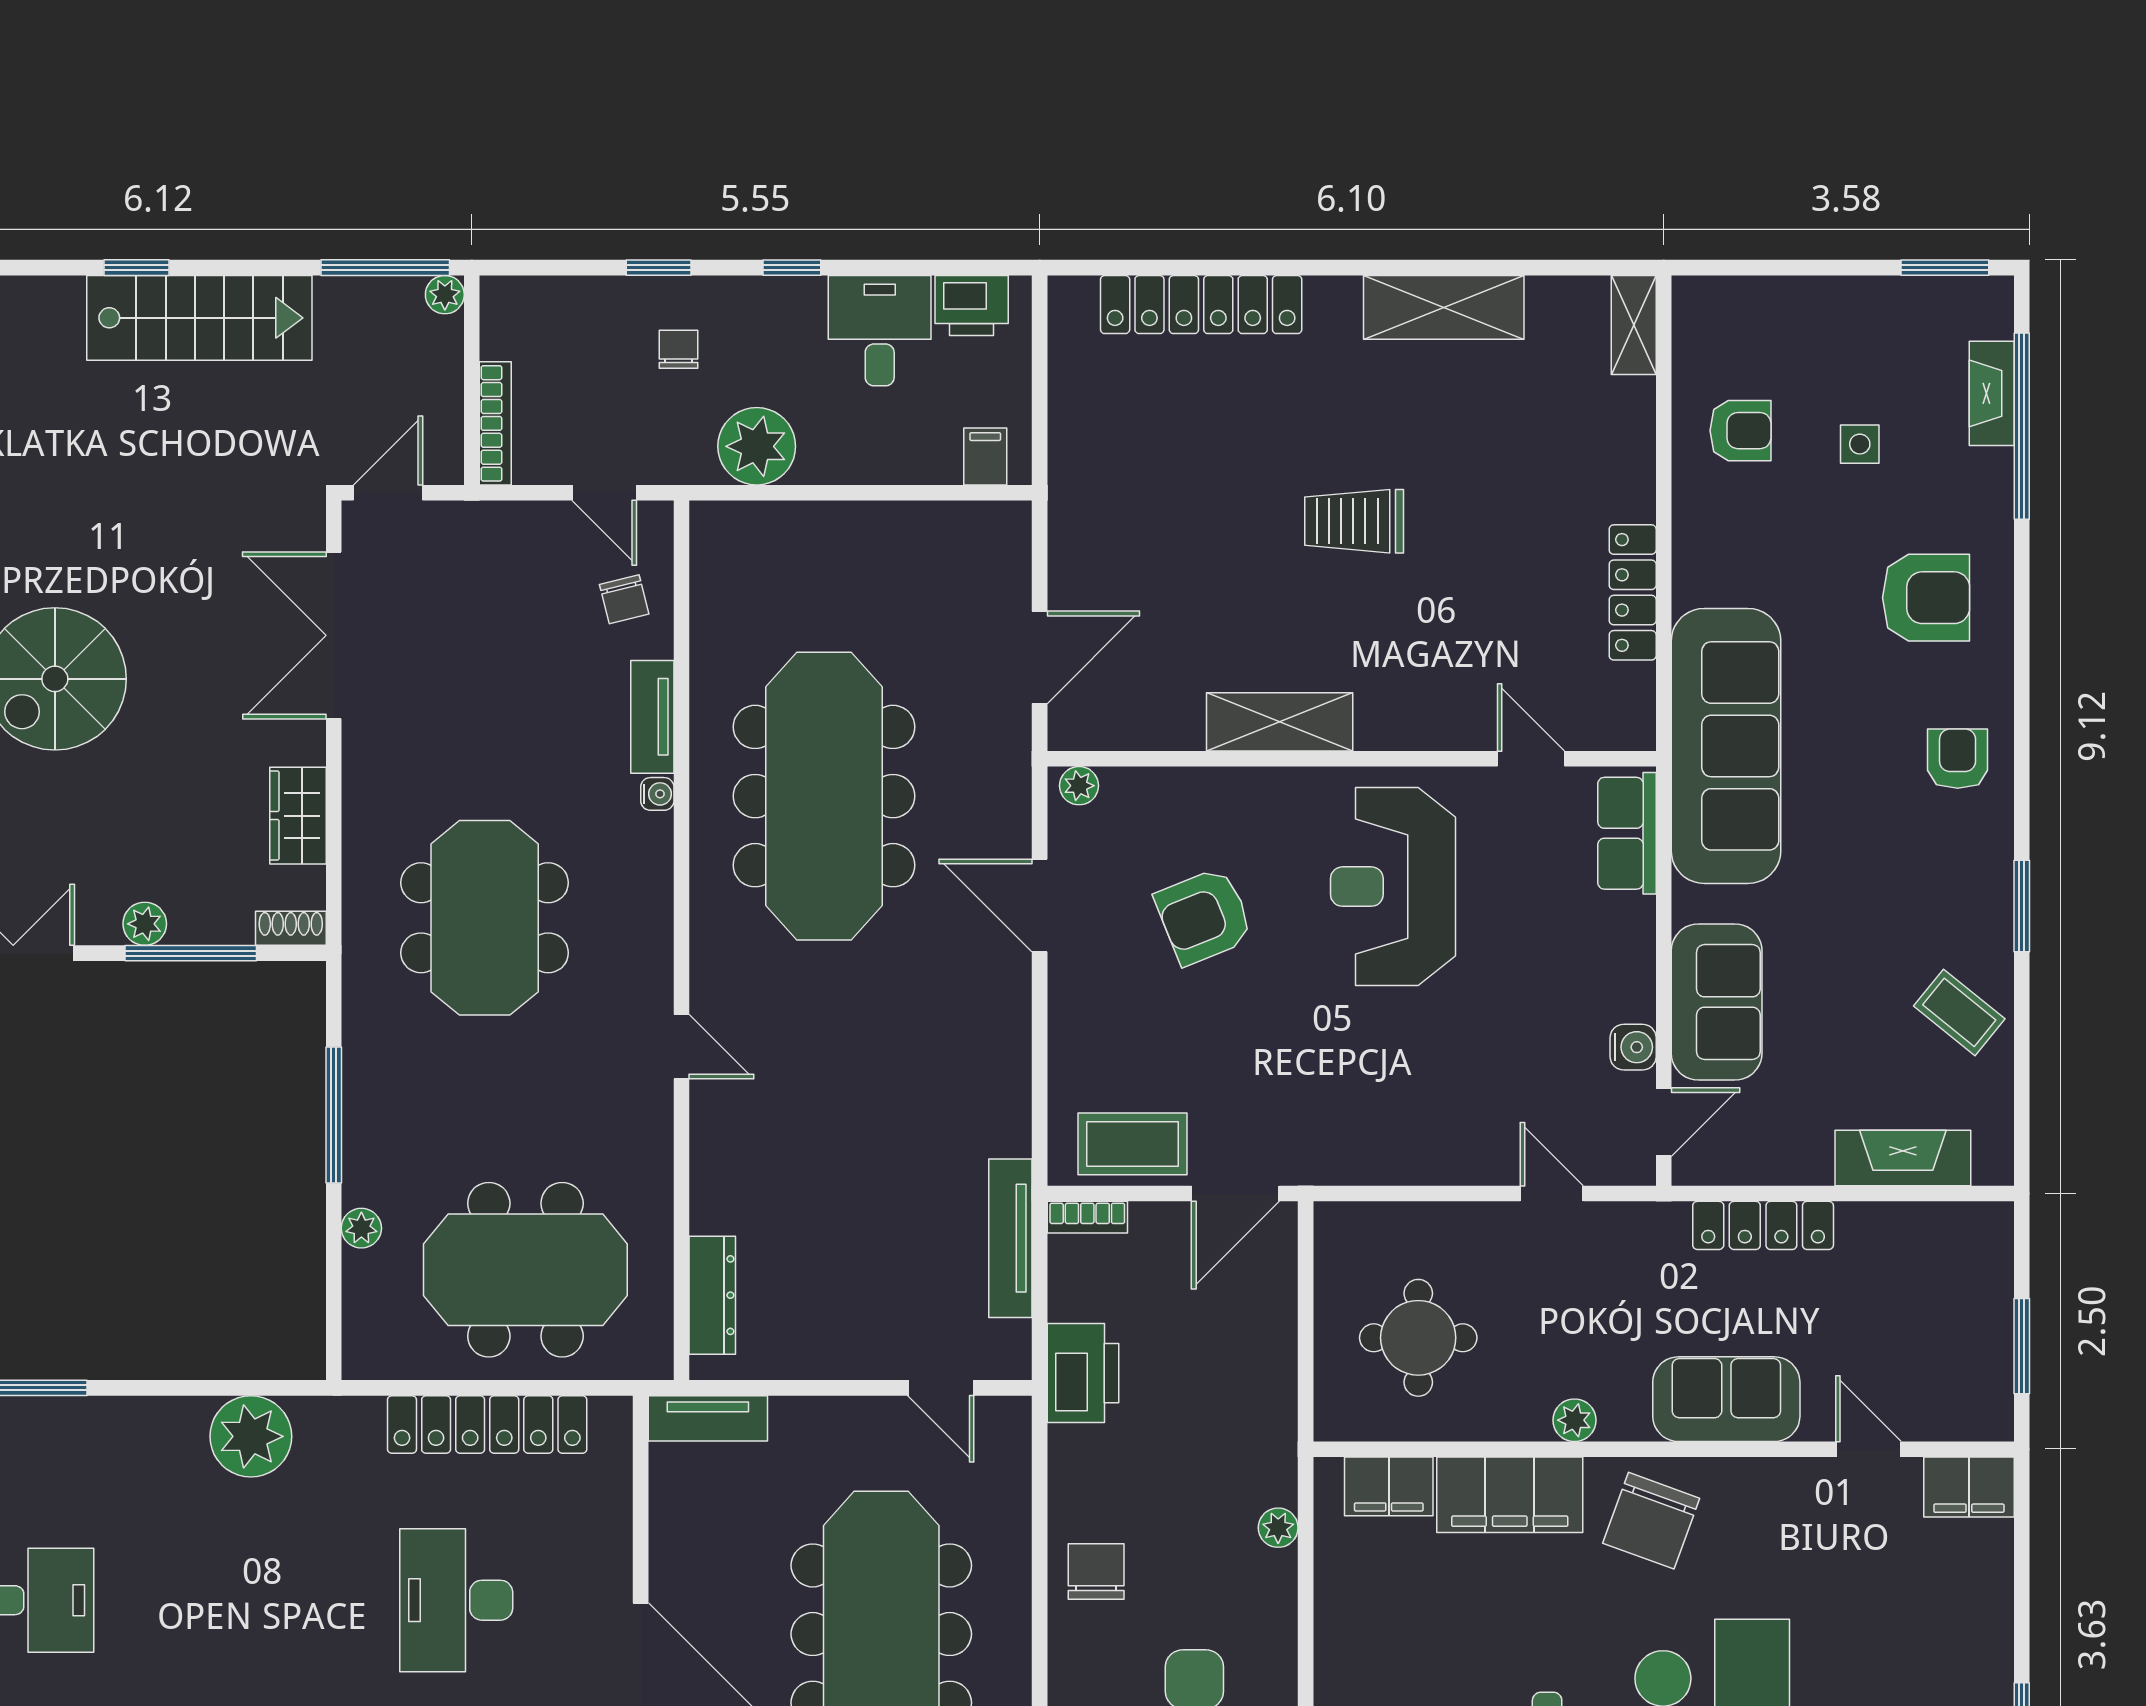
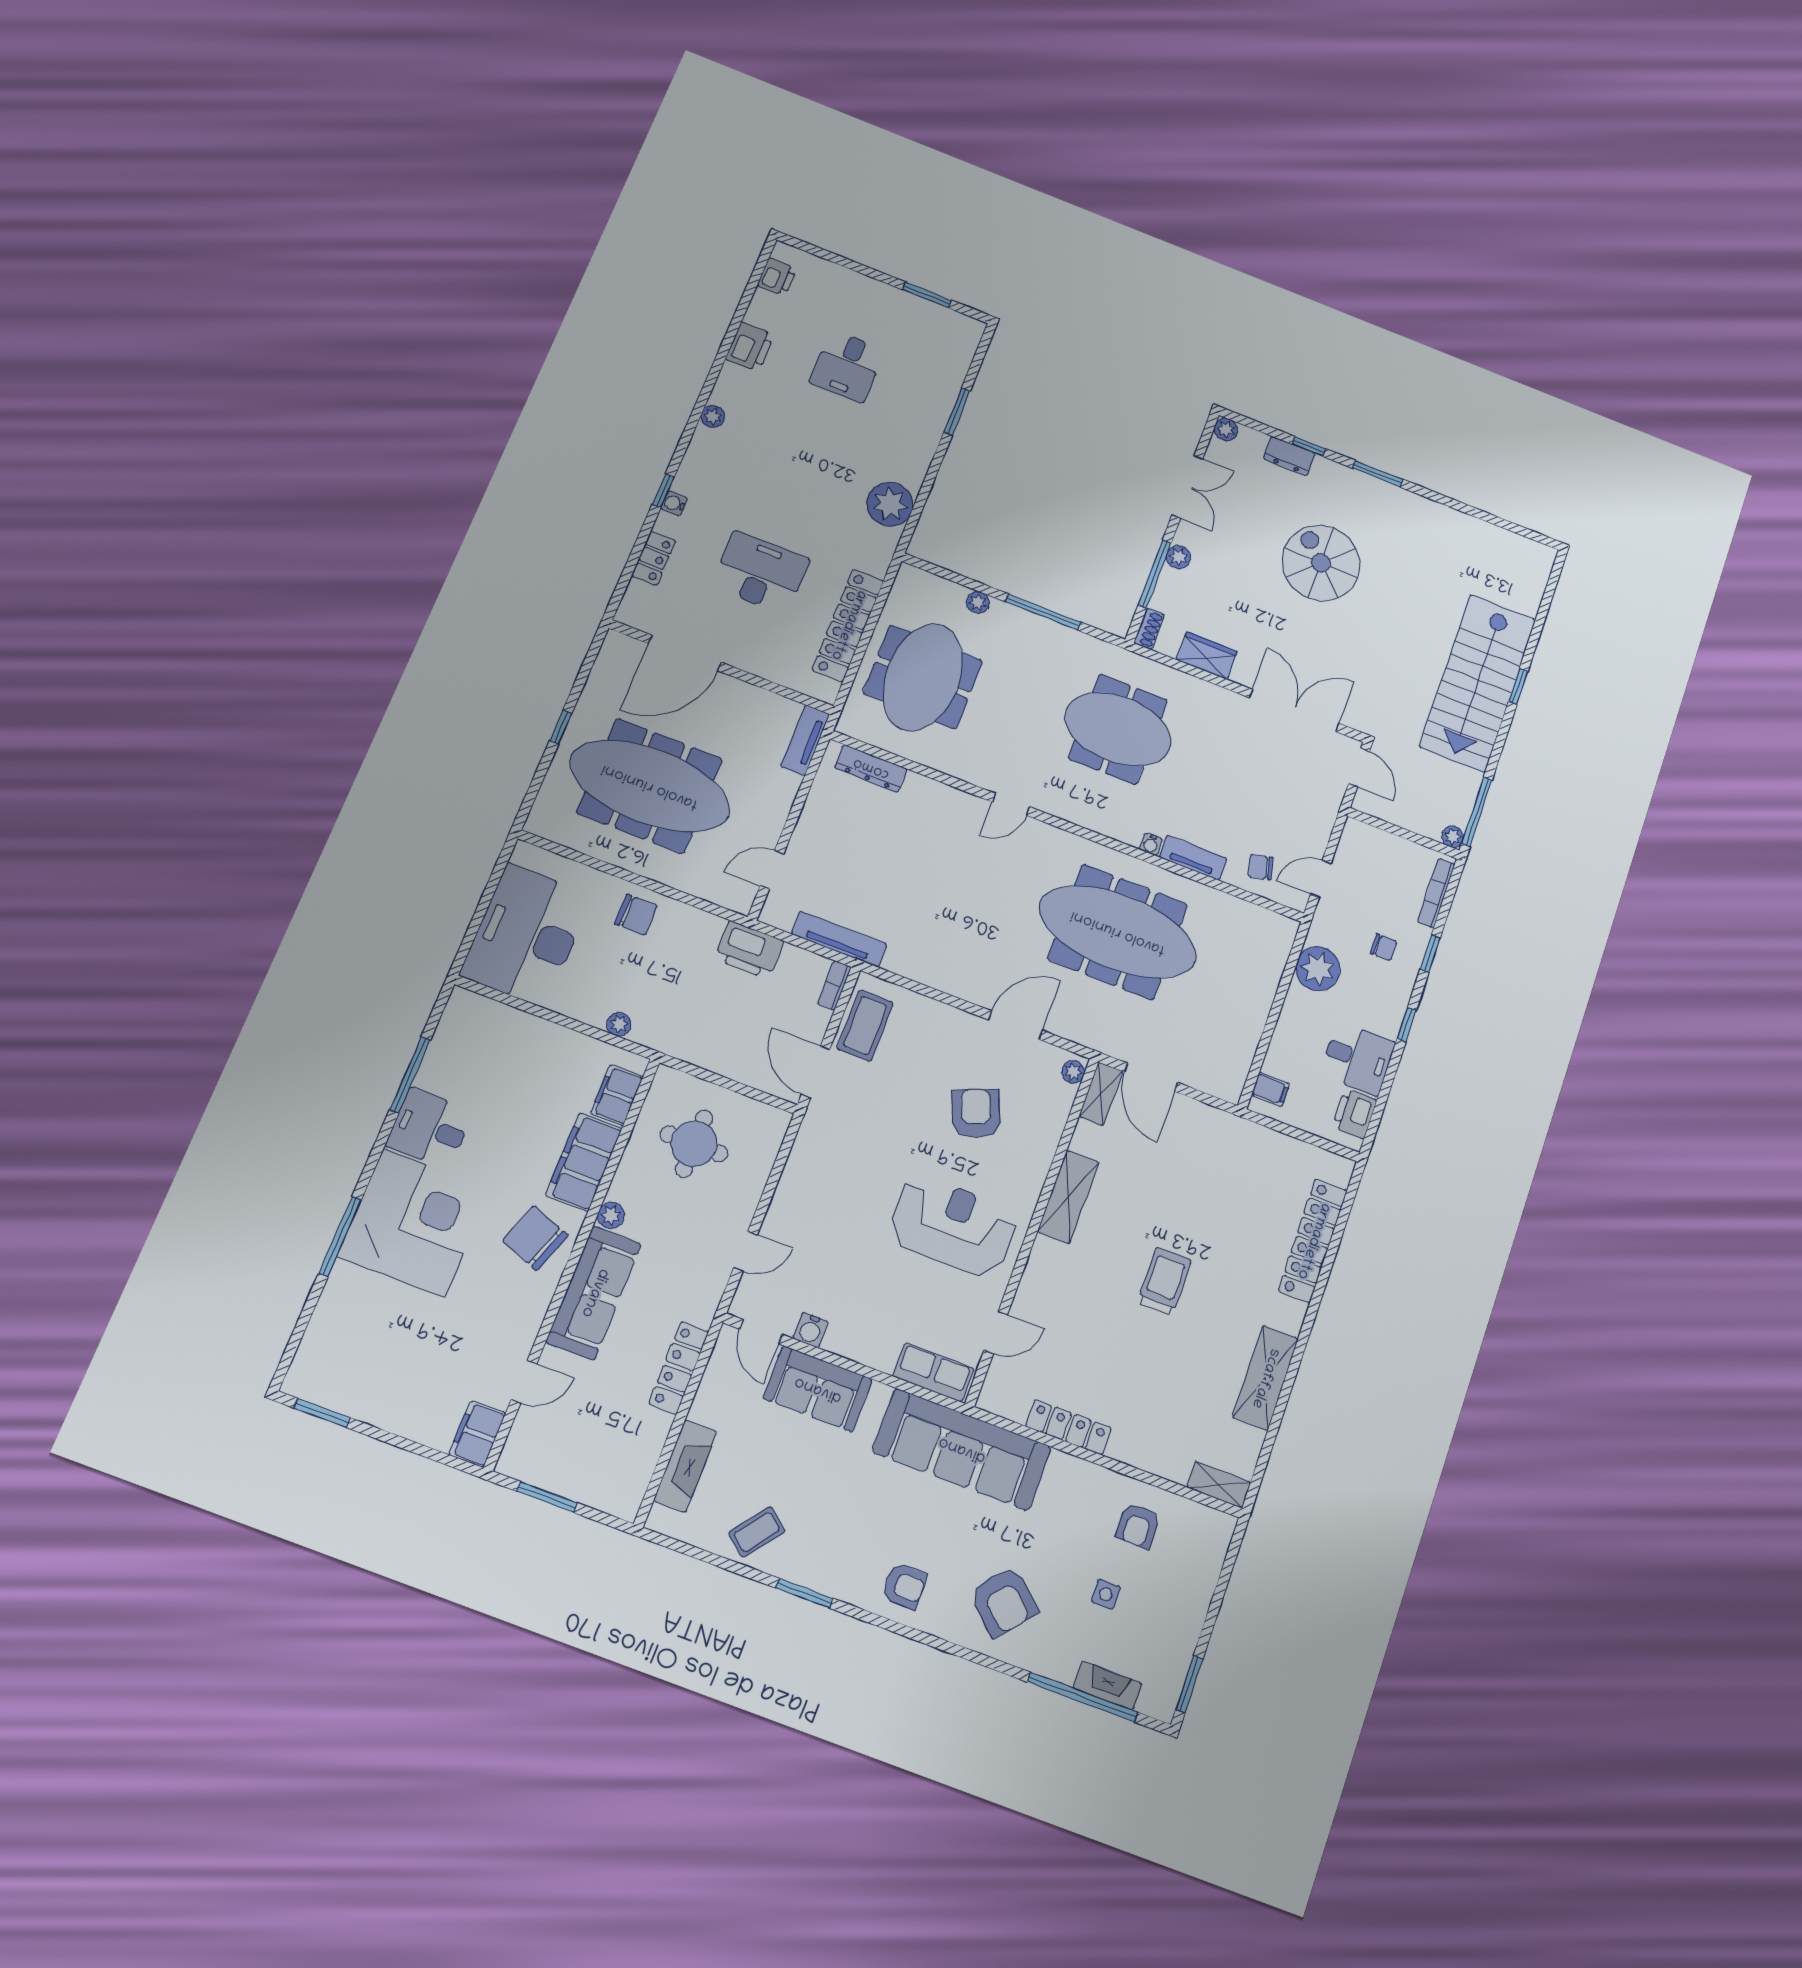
stairs: (199, 318) -> (1478, 683), width x1.36, depth x1.51
bookcase: (495, 423) -> (1436, 893), moved, turned 90
armchair: (1926, 598) -> (1004, 1601), turned -48
shelving: (1097, 729) -> (1101, 1094), added
sofa: (1726, 1399) -> (594, 1293), width x1.36

